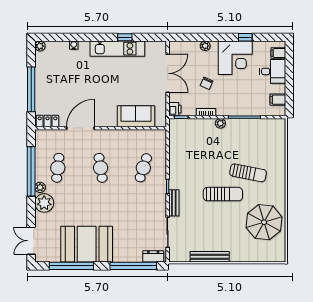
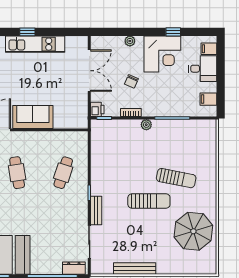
window: (125, 37) -> (27, 32), moved
sofa: (136, 116) -> (33, 117), moved

